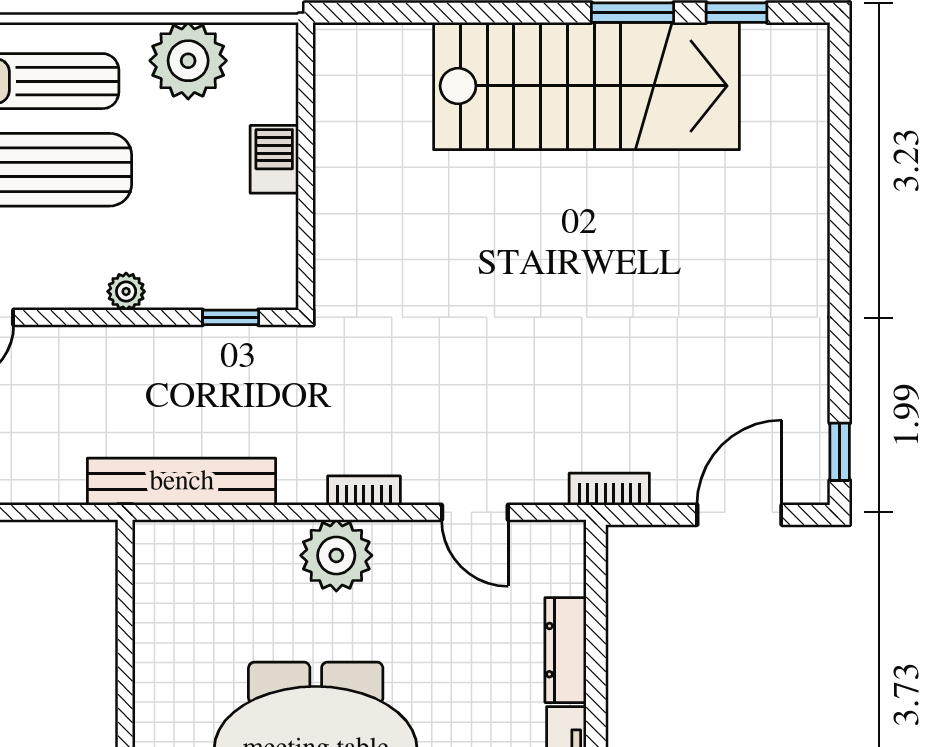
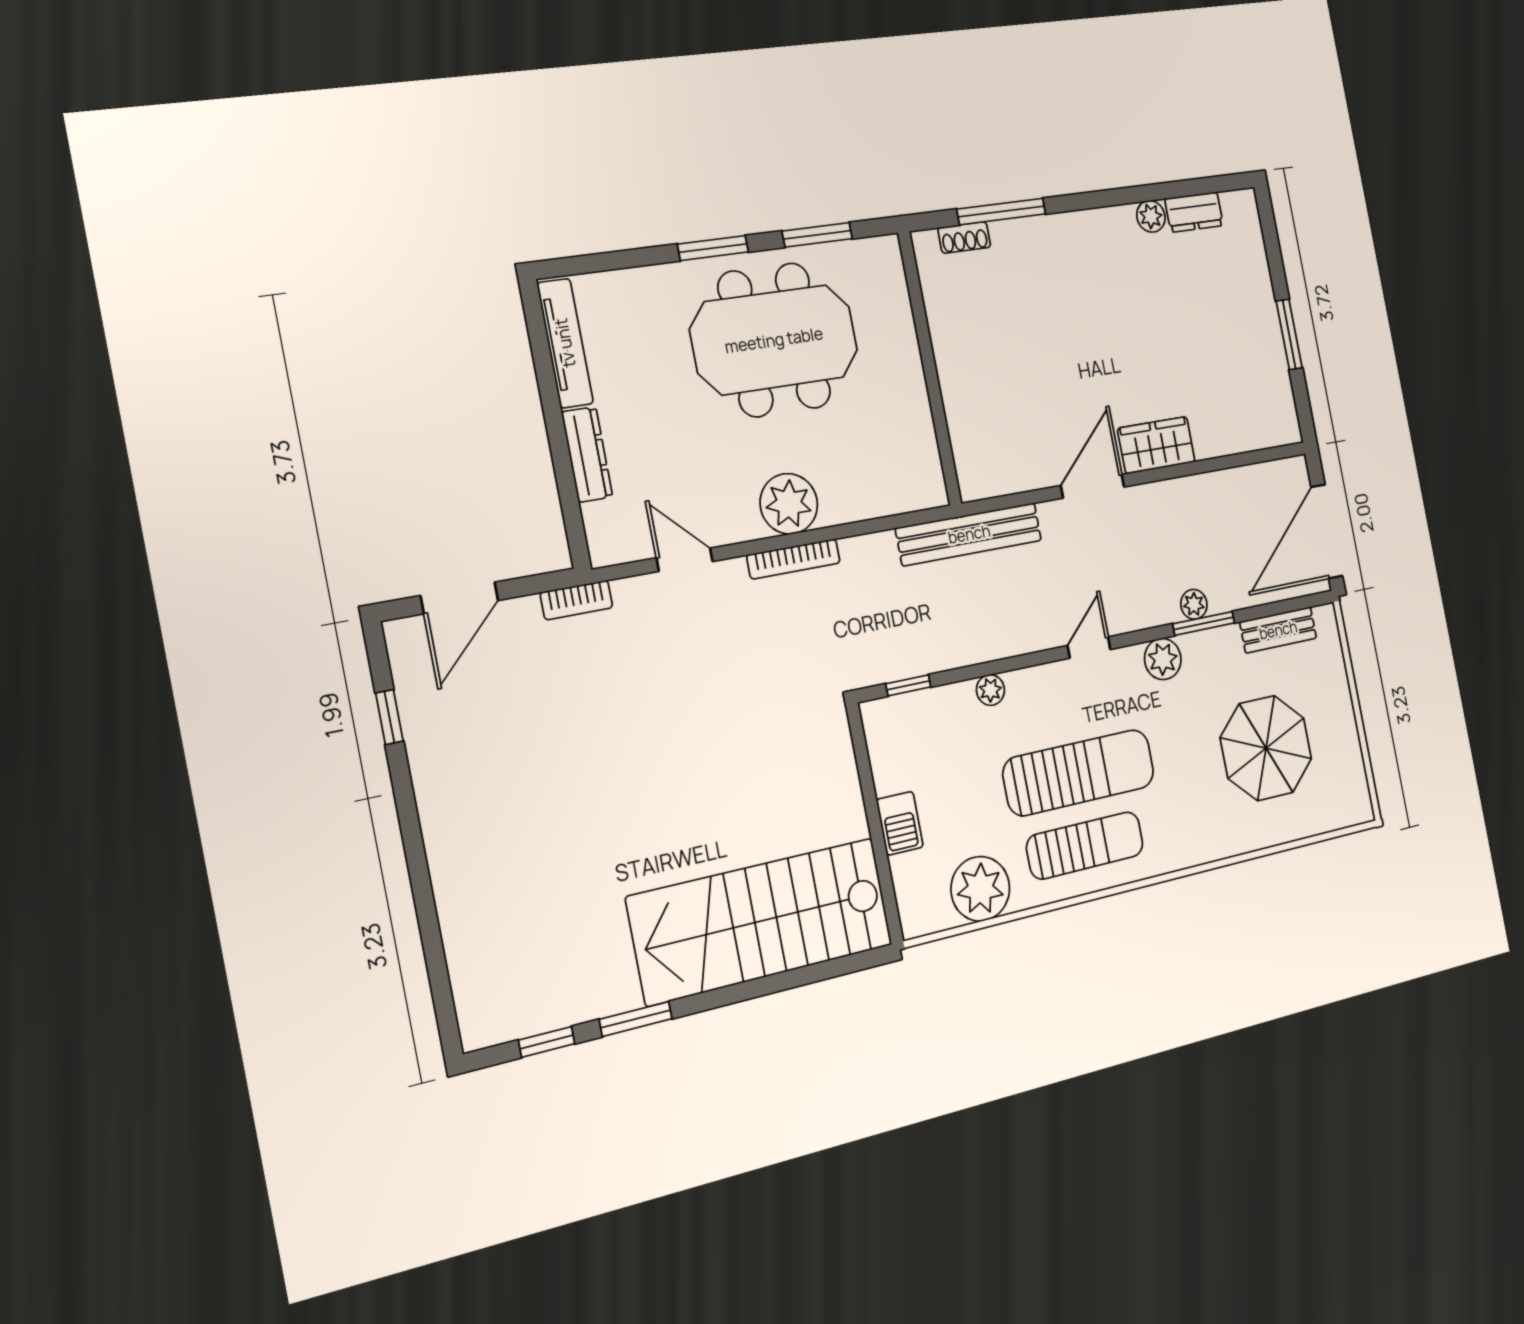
stairs: (587, 86) -> (761, 921), moved
window: (840, 452) -> (389, 717), moved
bench: (182, 482) -> (969, 534), moved
bookcase: (364, 491) -> (794, 559), width x1.56

